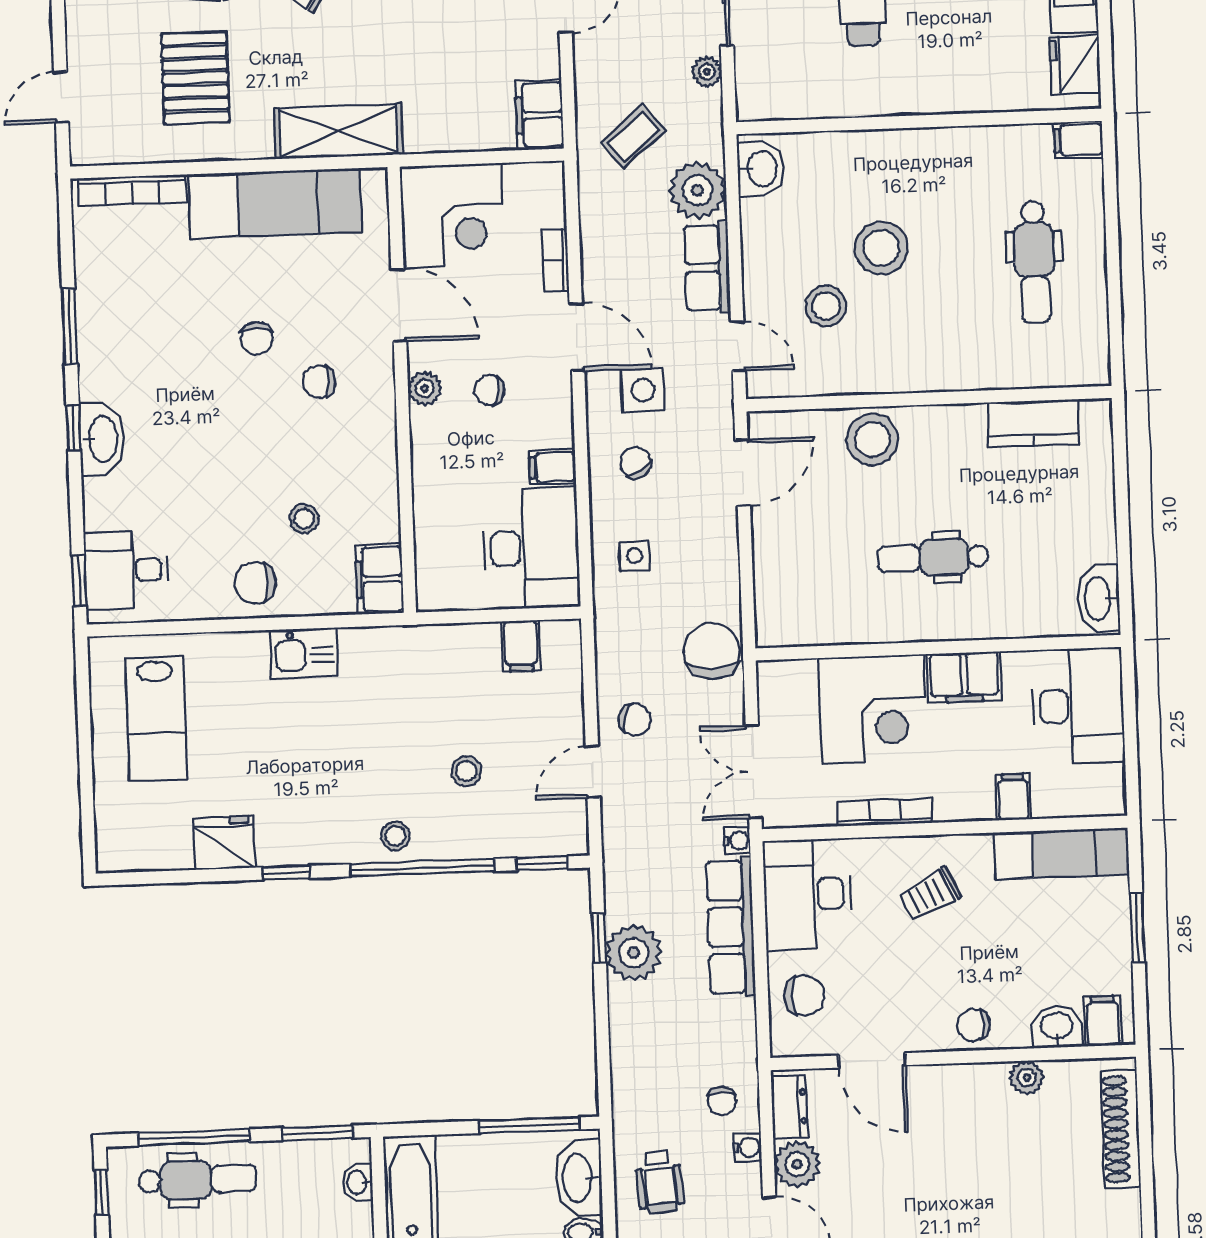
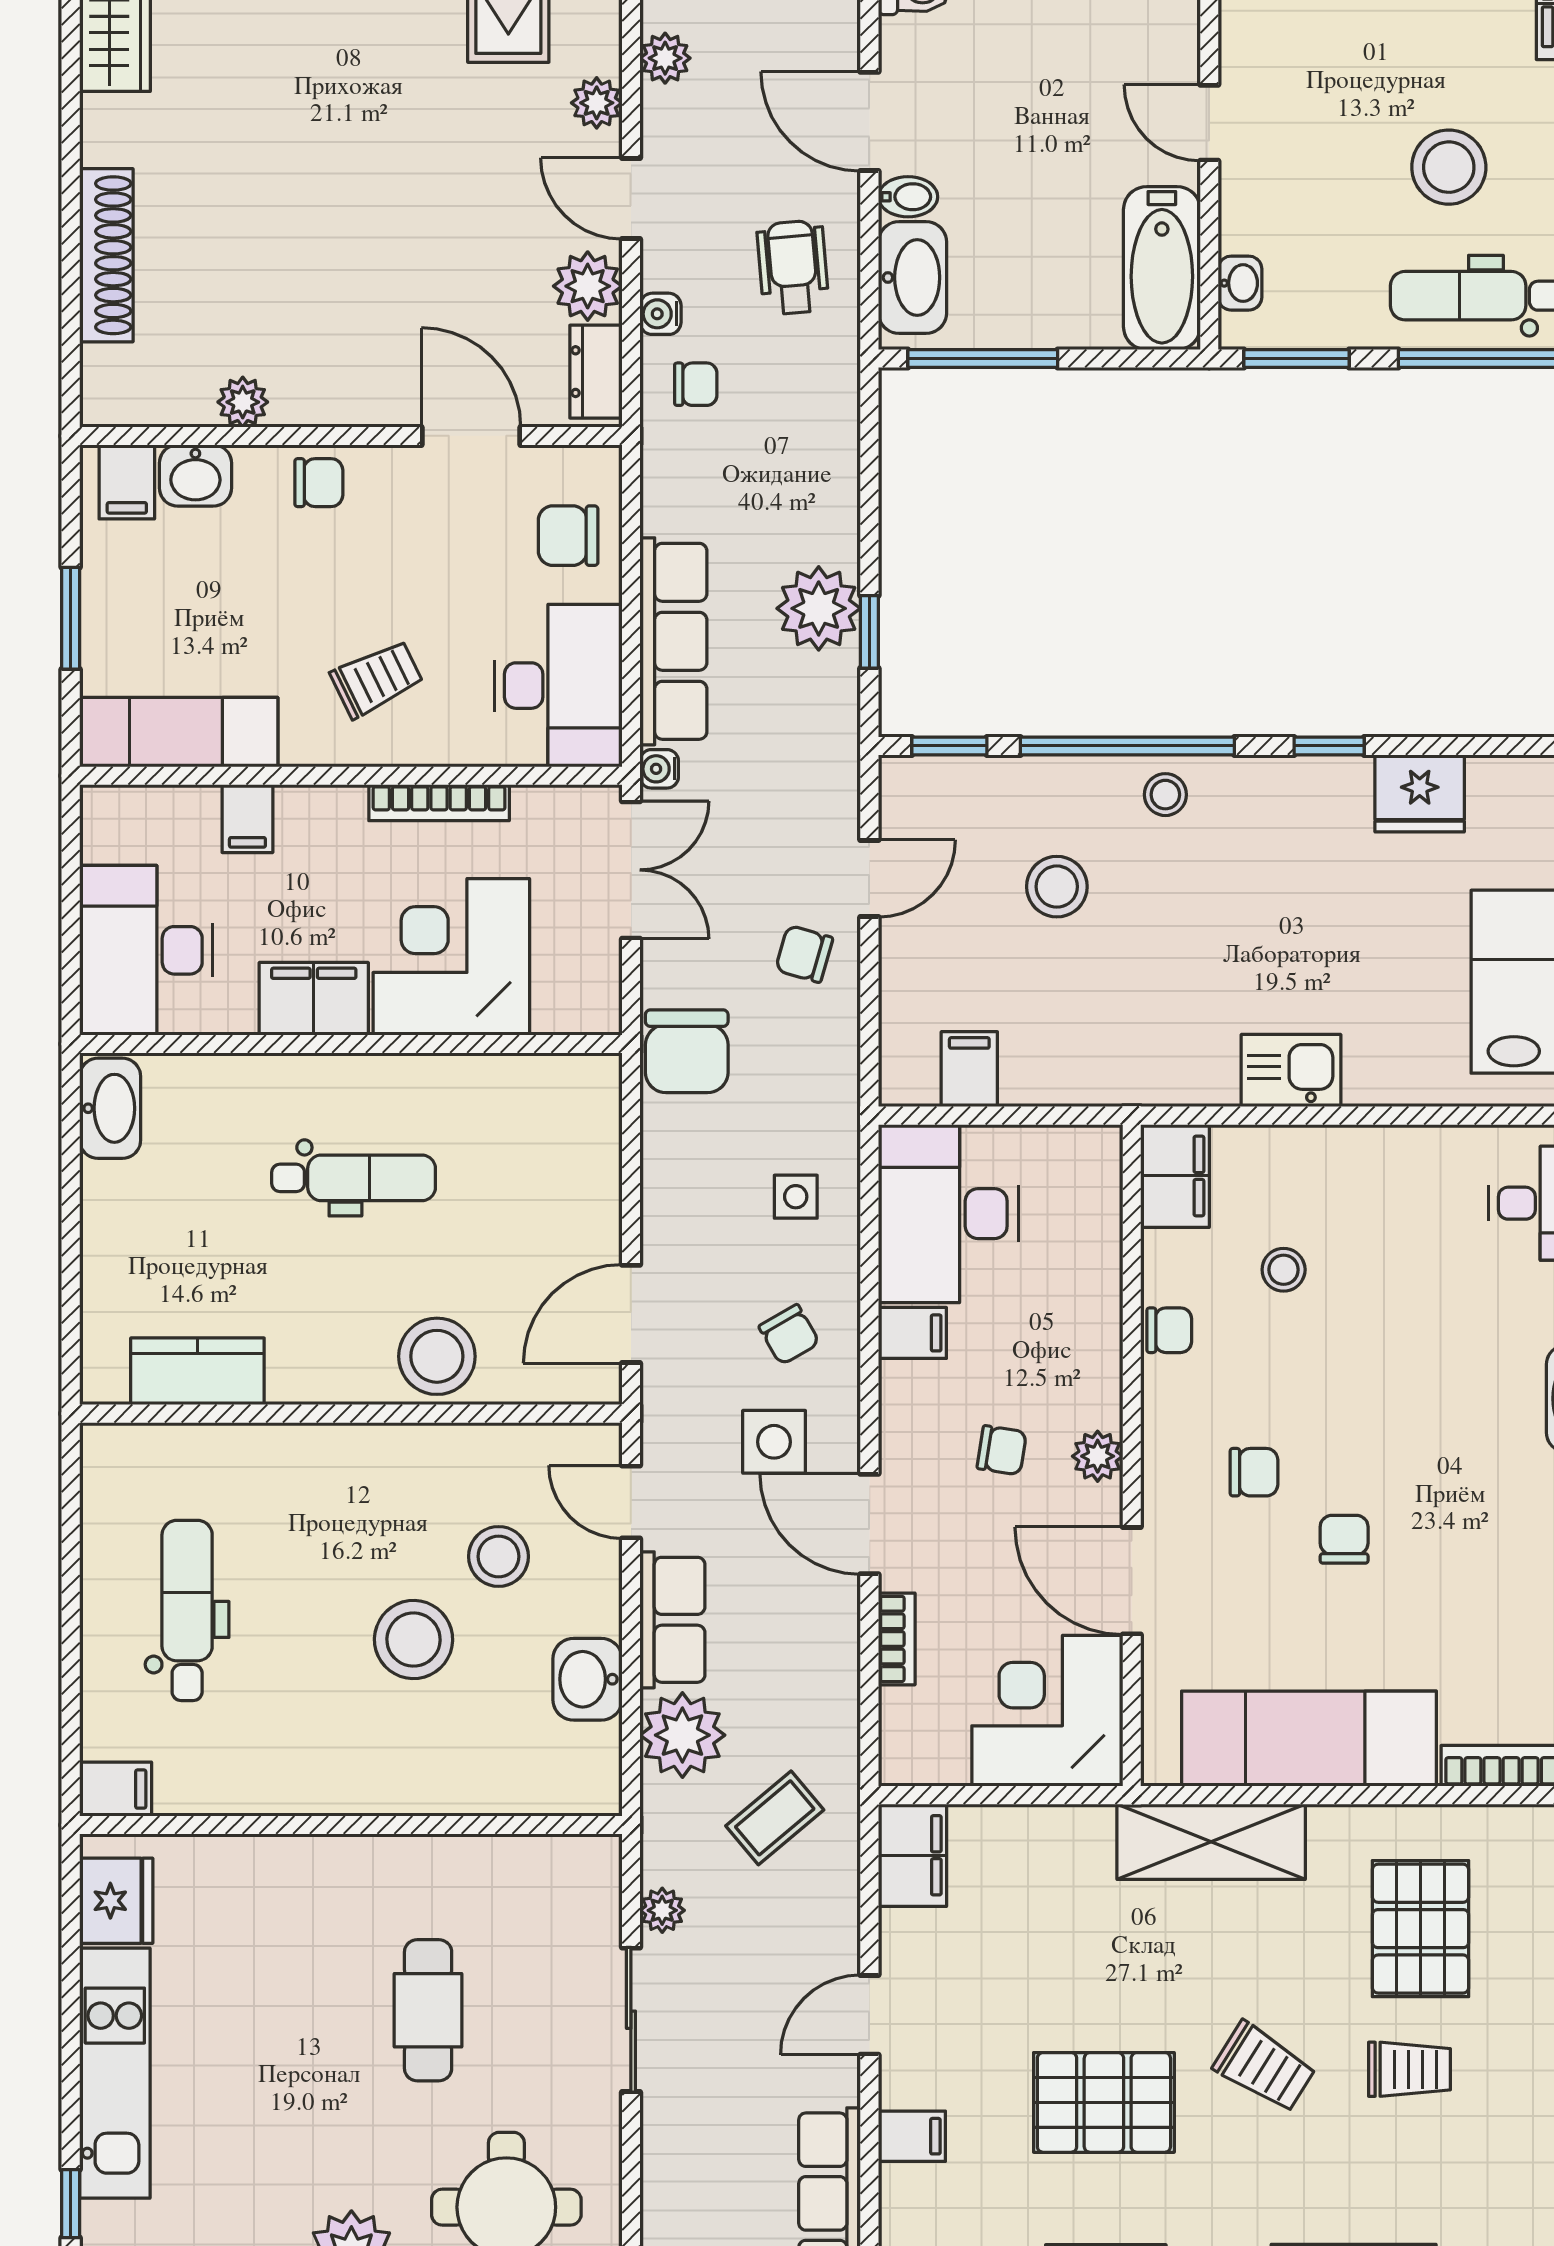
washbasin: (761, 169) -> (587, 1679), moved
chair: (255, 583) -> (1169, 1330), moved, width x0.73, depth x0.73
stool: (466, 771) -> (1057, 887), width x1.37, depth x1.37
chair: (722, 1101) -> (696, 384), turned 90
shoe rack: (1121, 1129) -> (106, 255), moved

